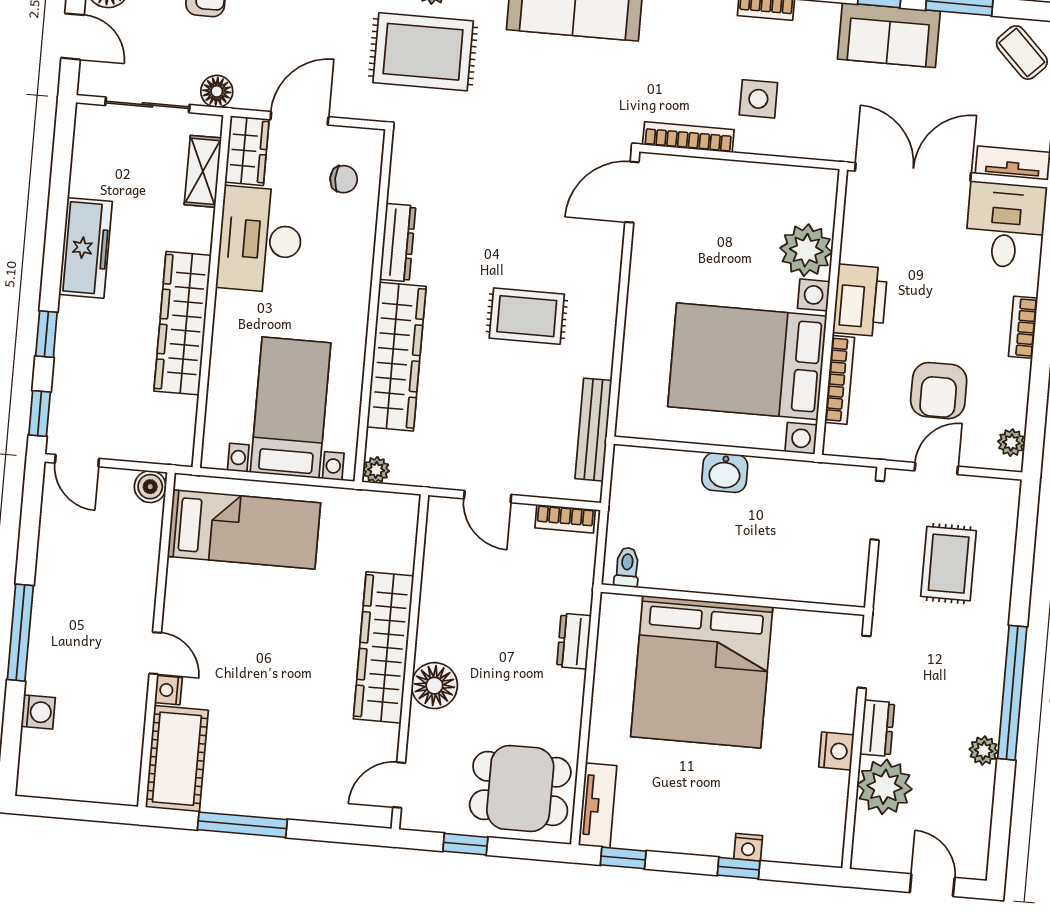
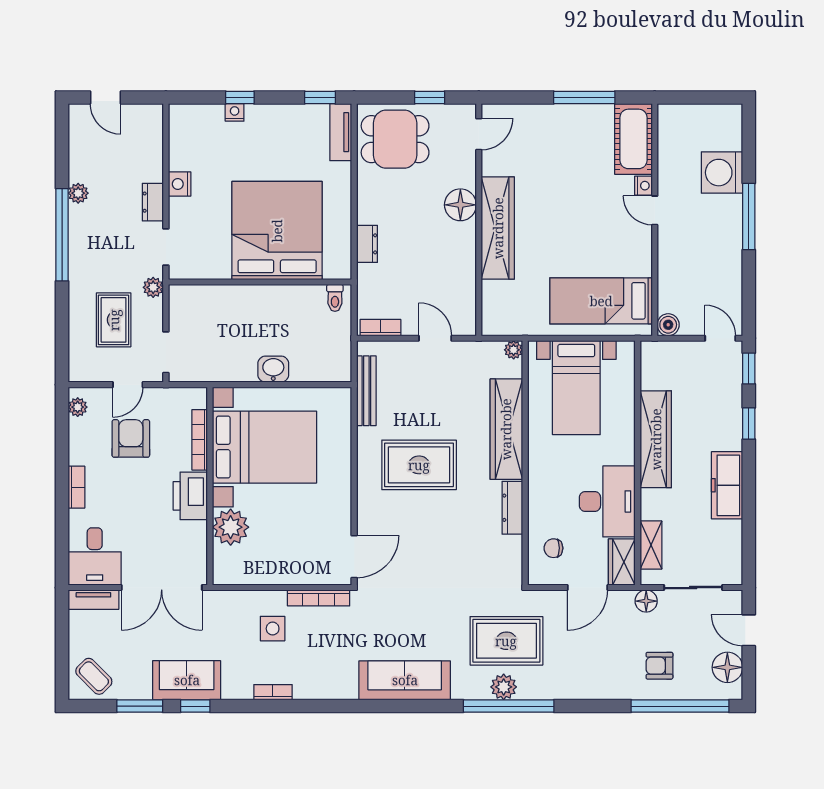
rug: (527, 316) -> (419, 465), width x1.36, depth x1.43
washing machine: (38, 712) -> (722, 173), width x1.89, depth x1.89
plant: (884, 787) -> (153, 287), moved, width x0.53, depth x0.53

